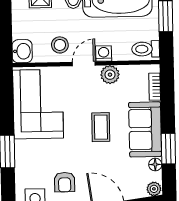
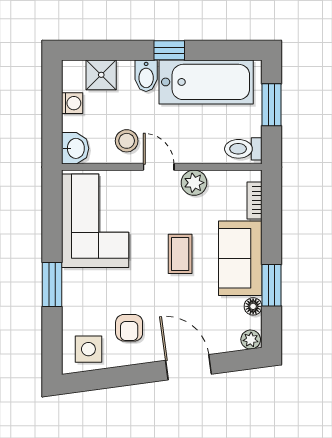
washing machine: (104, 53) -> (72, 103), moved, turned 90
door: (84, 64) -> (159, 167), hinge flipped

